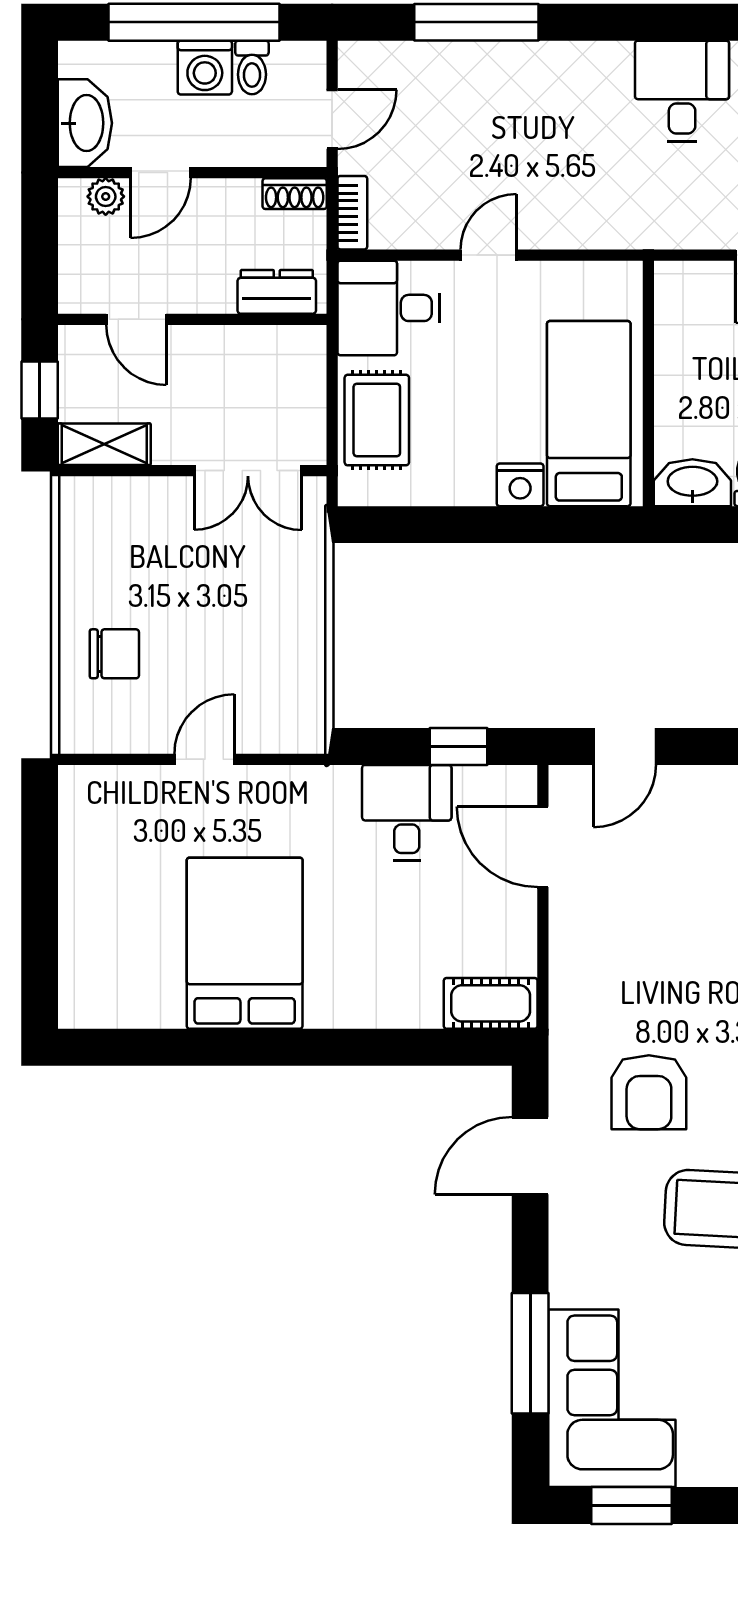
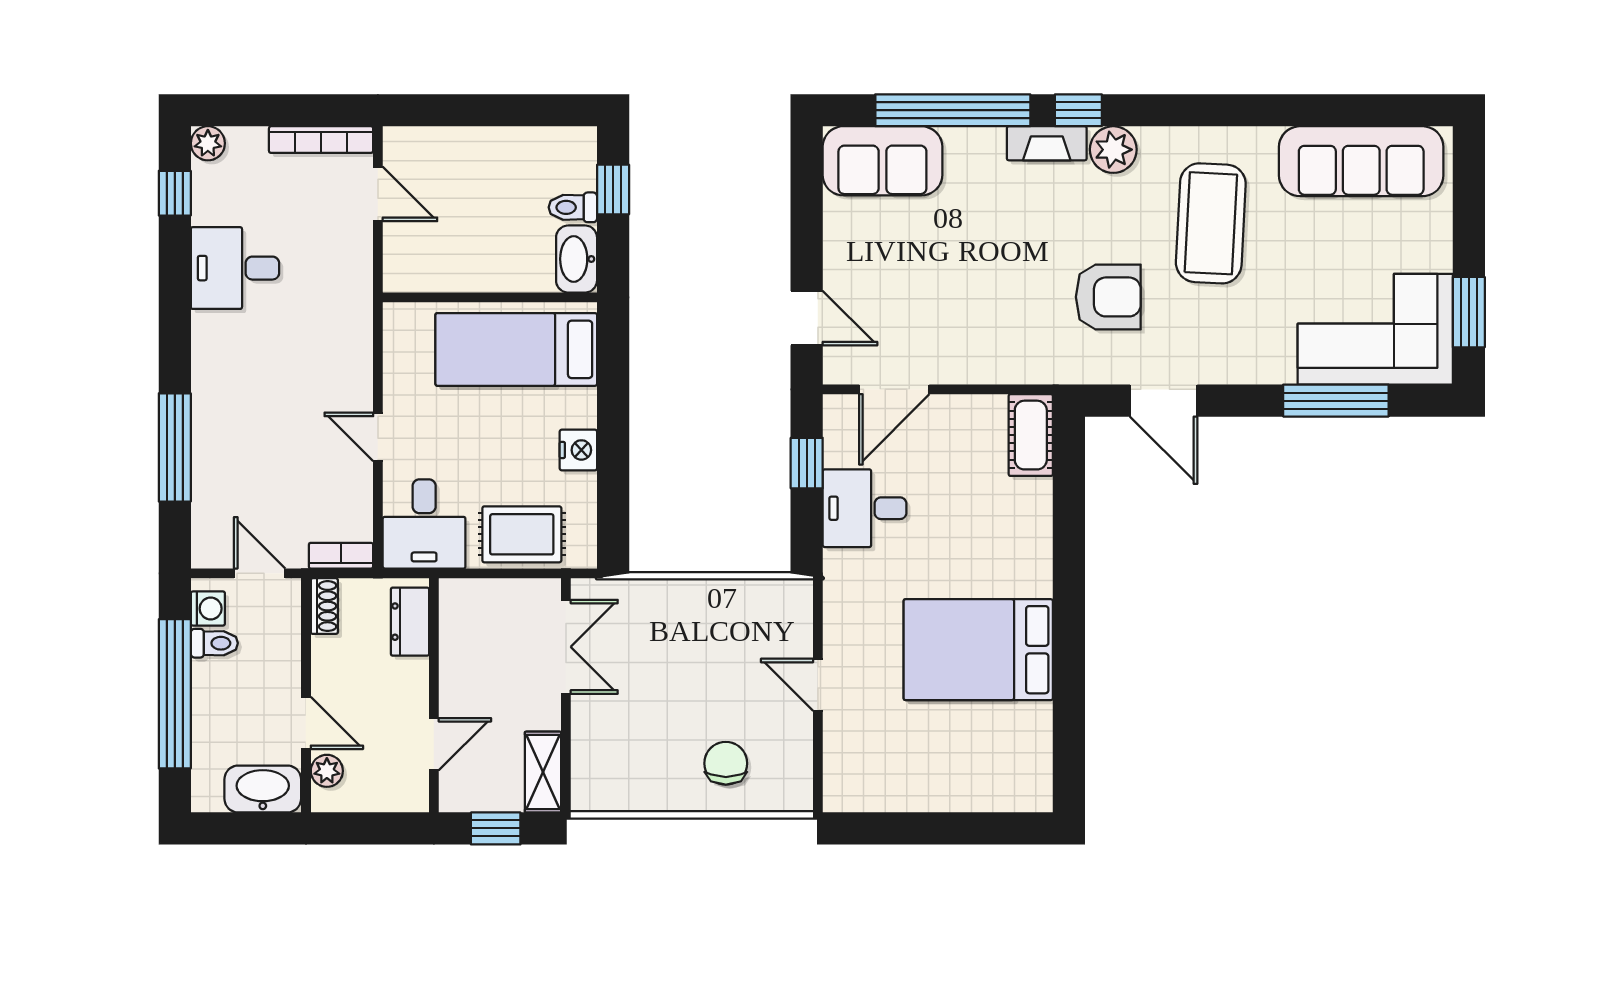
washing machine: (205, 68) -> (208, 609), moved, width x0.73, depth x0.73
nightstand: (520, 485) -> (578, 450), moved

